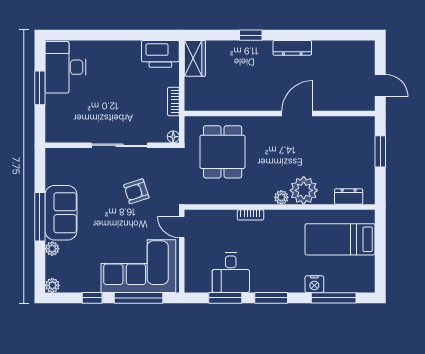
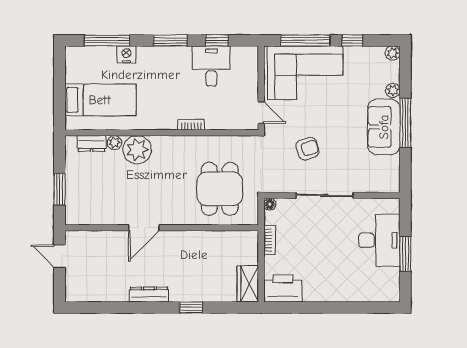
desk: (66, 67) -> (379, 240), moved
plant: (281, 197) -> (114, 143), moved
window: (225, 298) -> (217, 40), width x0.67

